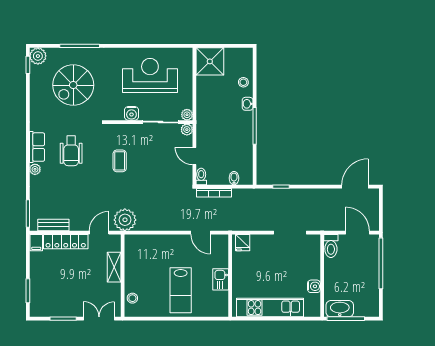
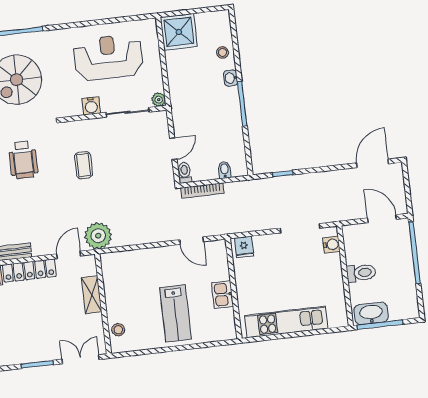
plant: (187, 130) -> (161, 118), removed
door: (194, 156) -> (173, 149), swing flipped
toilet: (331, 246) -> (361, 273), moved, turned -90
water cooler: (314, 286) -> (331, 245), moved

